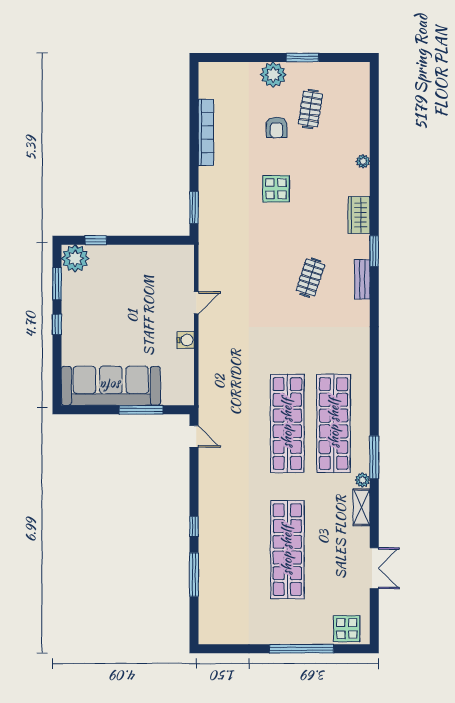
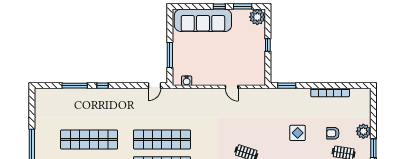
window: (96, 240) -> (268, 45), moved
water cooler: (186, 340) -> (187, 81), moved
sofa: (111, 386) -> (203, 20), moved, turned 90

